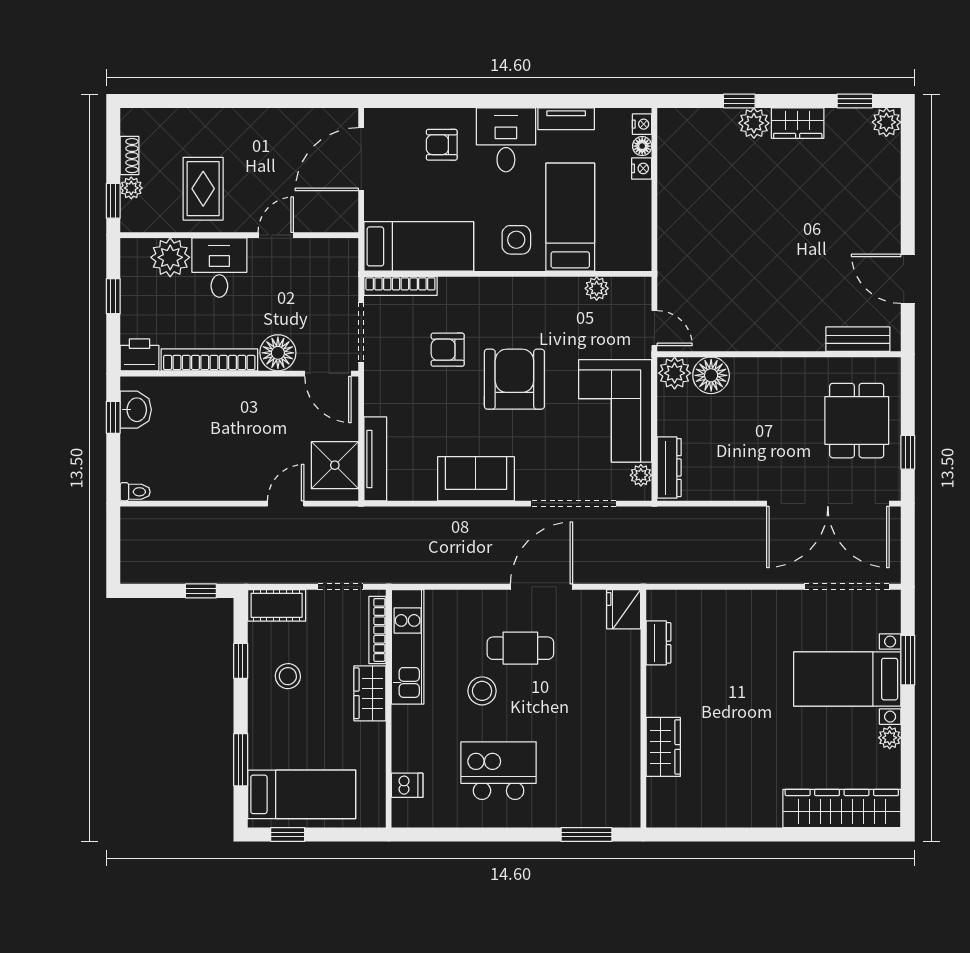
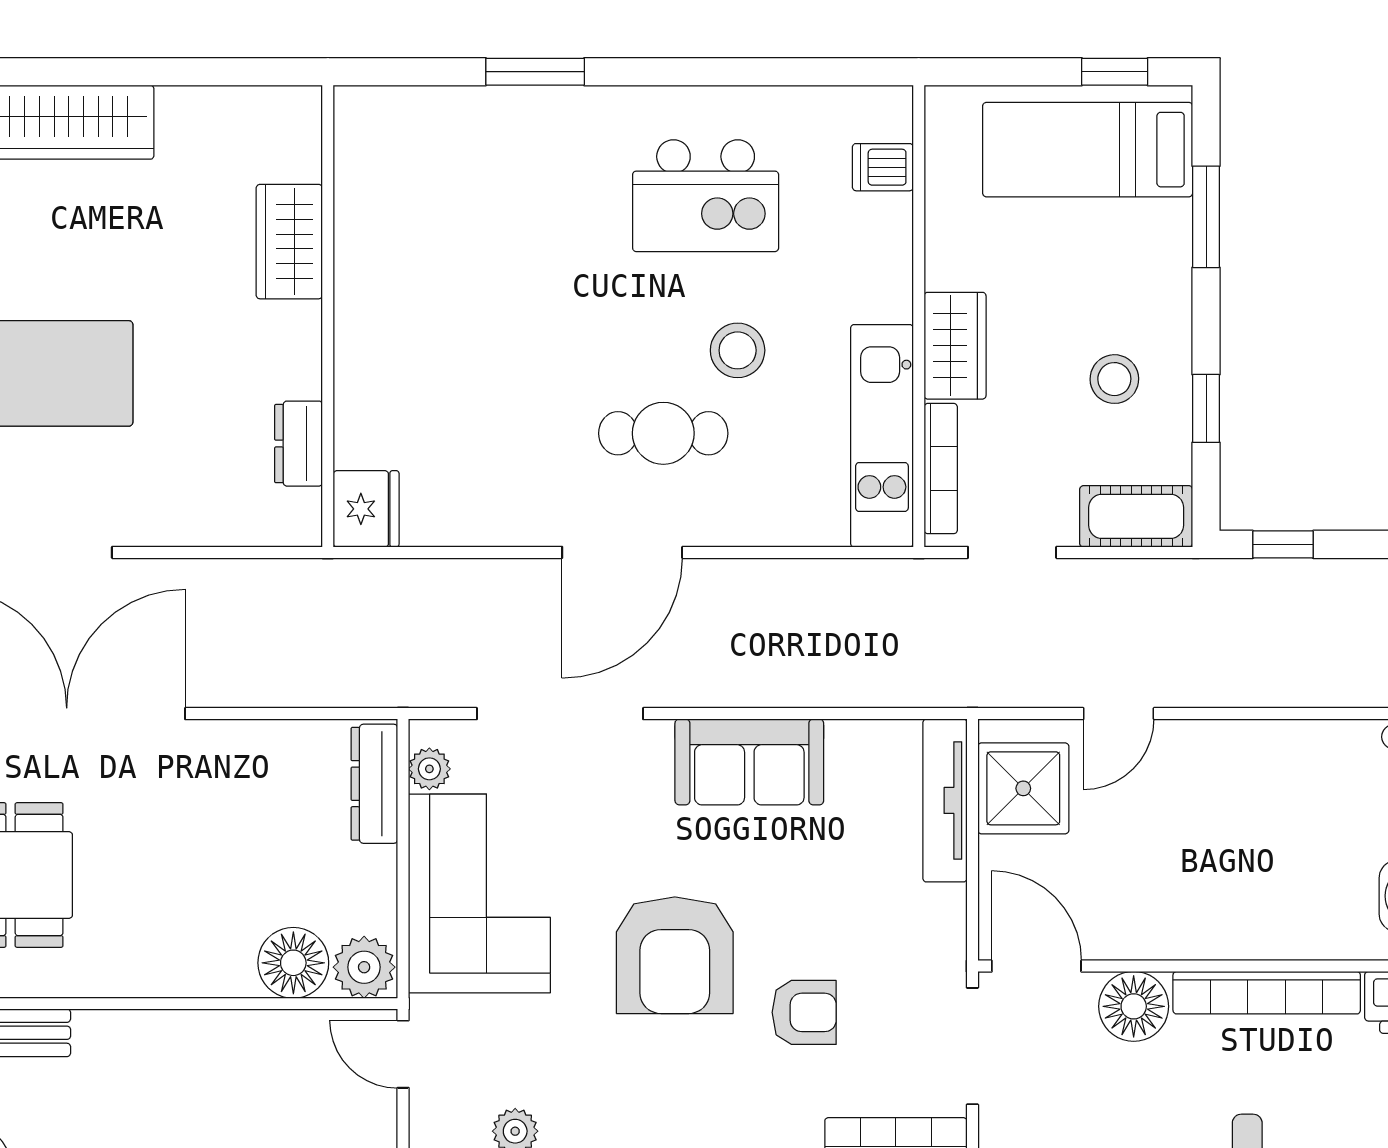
fridge: (624, 609) -> (366, 509), moved
dresser: (658, 643) -> (299, 444), moved
wall: (643, 709) -> (328, 316), moved
wardrobe: (663, 747) -> (289, 242), moved

